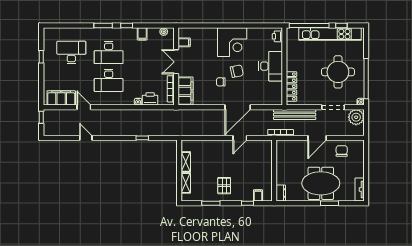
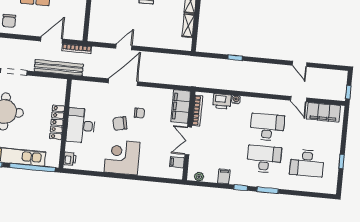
double door: (176, 62) -> (188, 141), swing flipped
locker: (291, 86) -> (57, 122), moved
door: (317, 138) -> (52, 40), moved

